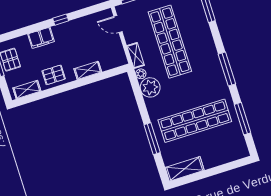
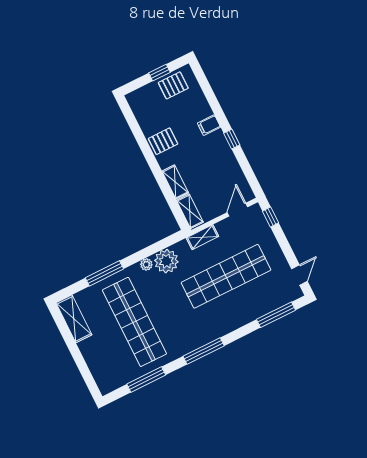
filing cabinet: (41, 38) -> (209, 125), width x0.50
plant: (141, 74) -> (146, 264), moved
pallet: (54, 75) -> (163, 141), turned 90
shelving: (27, 89) -> (190, 211), moved

